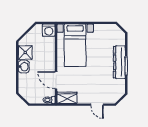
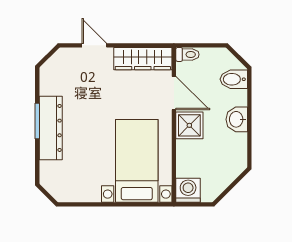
shower: (25, 52) -> (189, 125), moved
bidet: (25, 87) -> (234, 79), added
wardrobe: (67, 98) -> (143, 59), width x1.50

